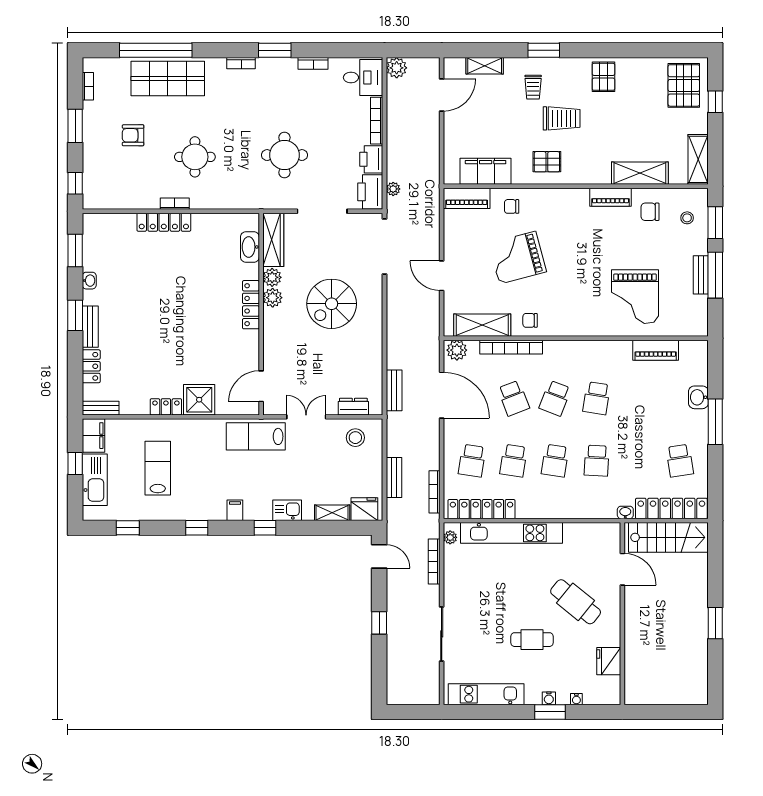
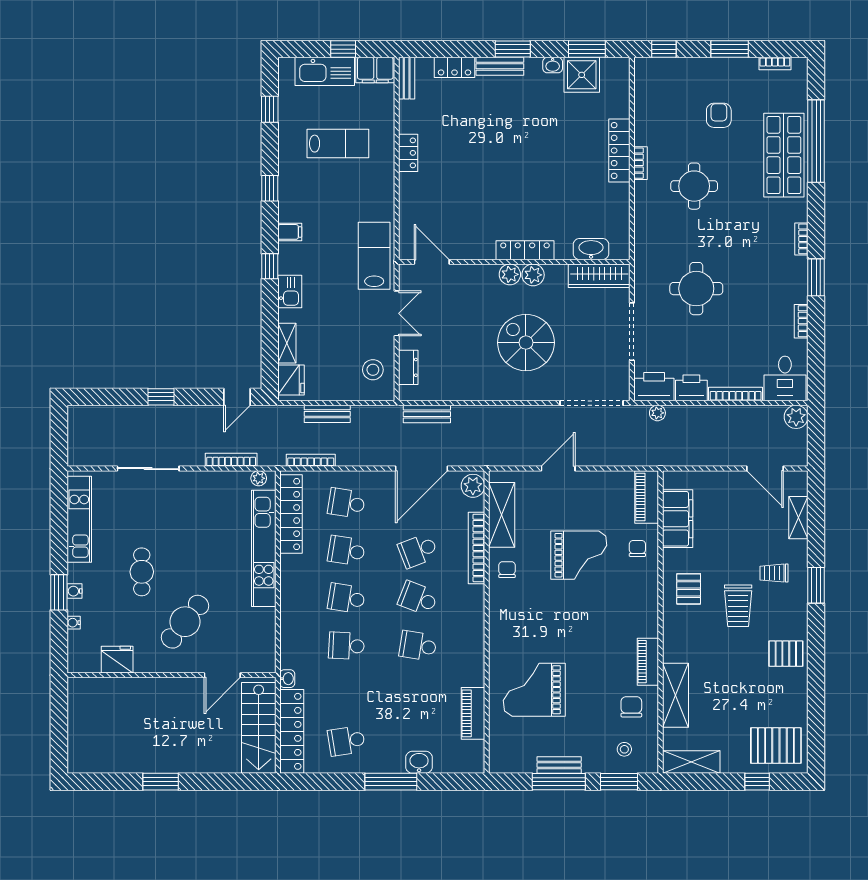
grand piano: (517, 258) -> (579, 555), turned 105
plant: (272, 277) -> (510, 274), moved
shower: (199, 400) -> (582, 75), moved

